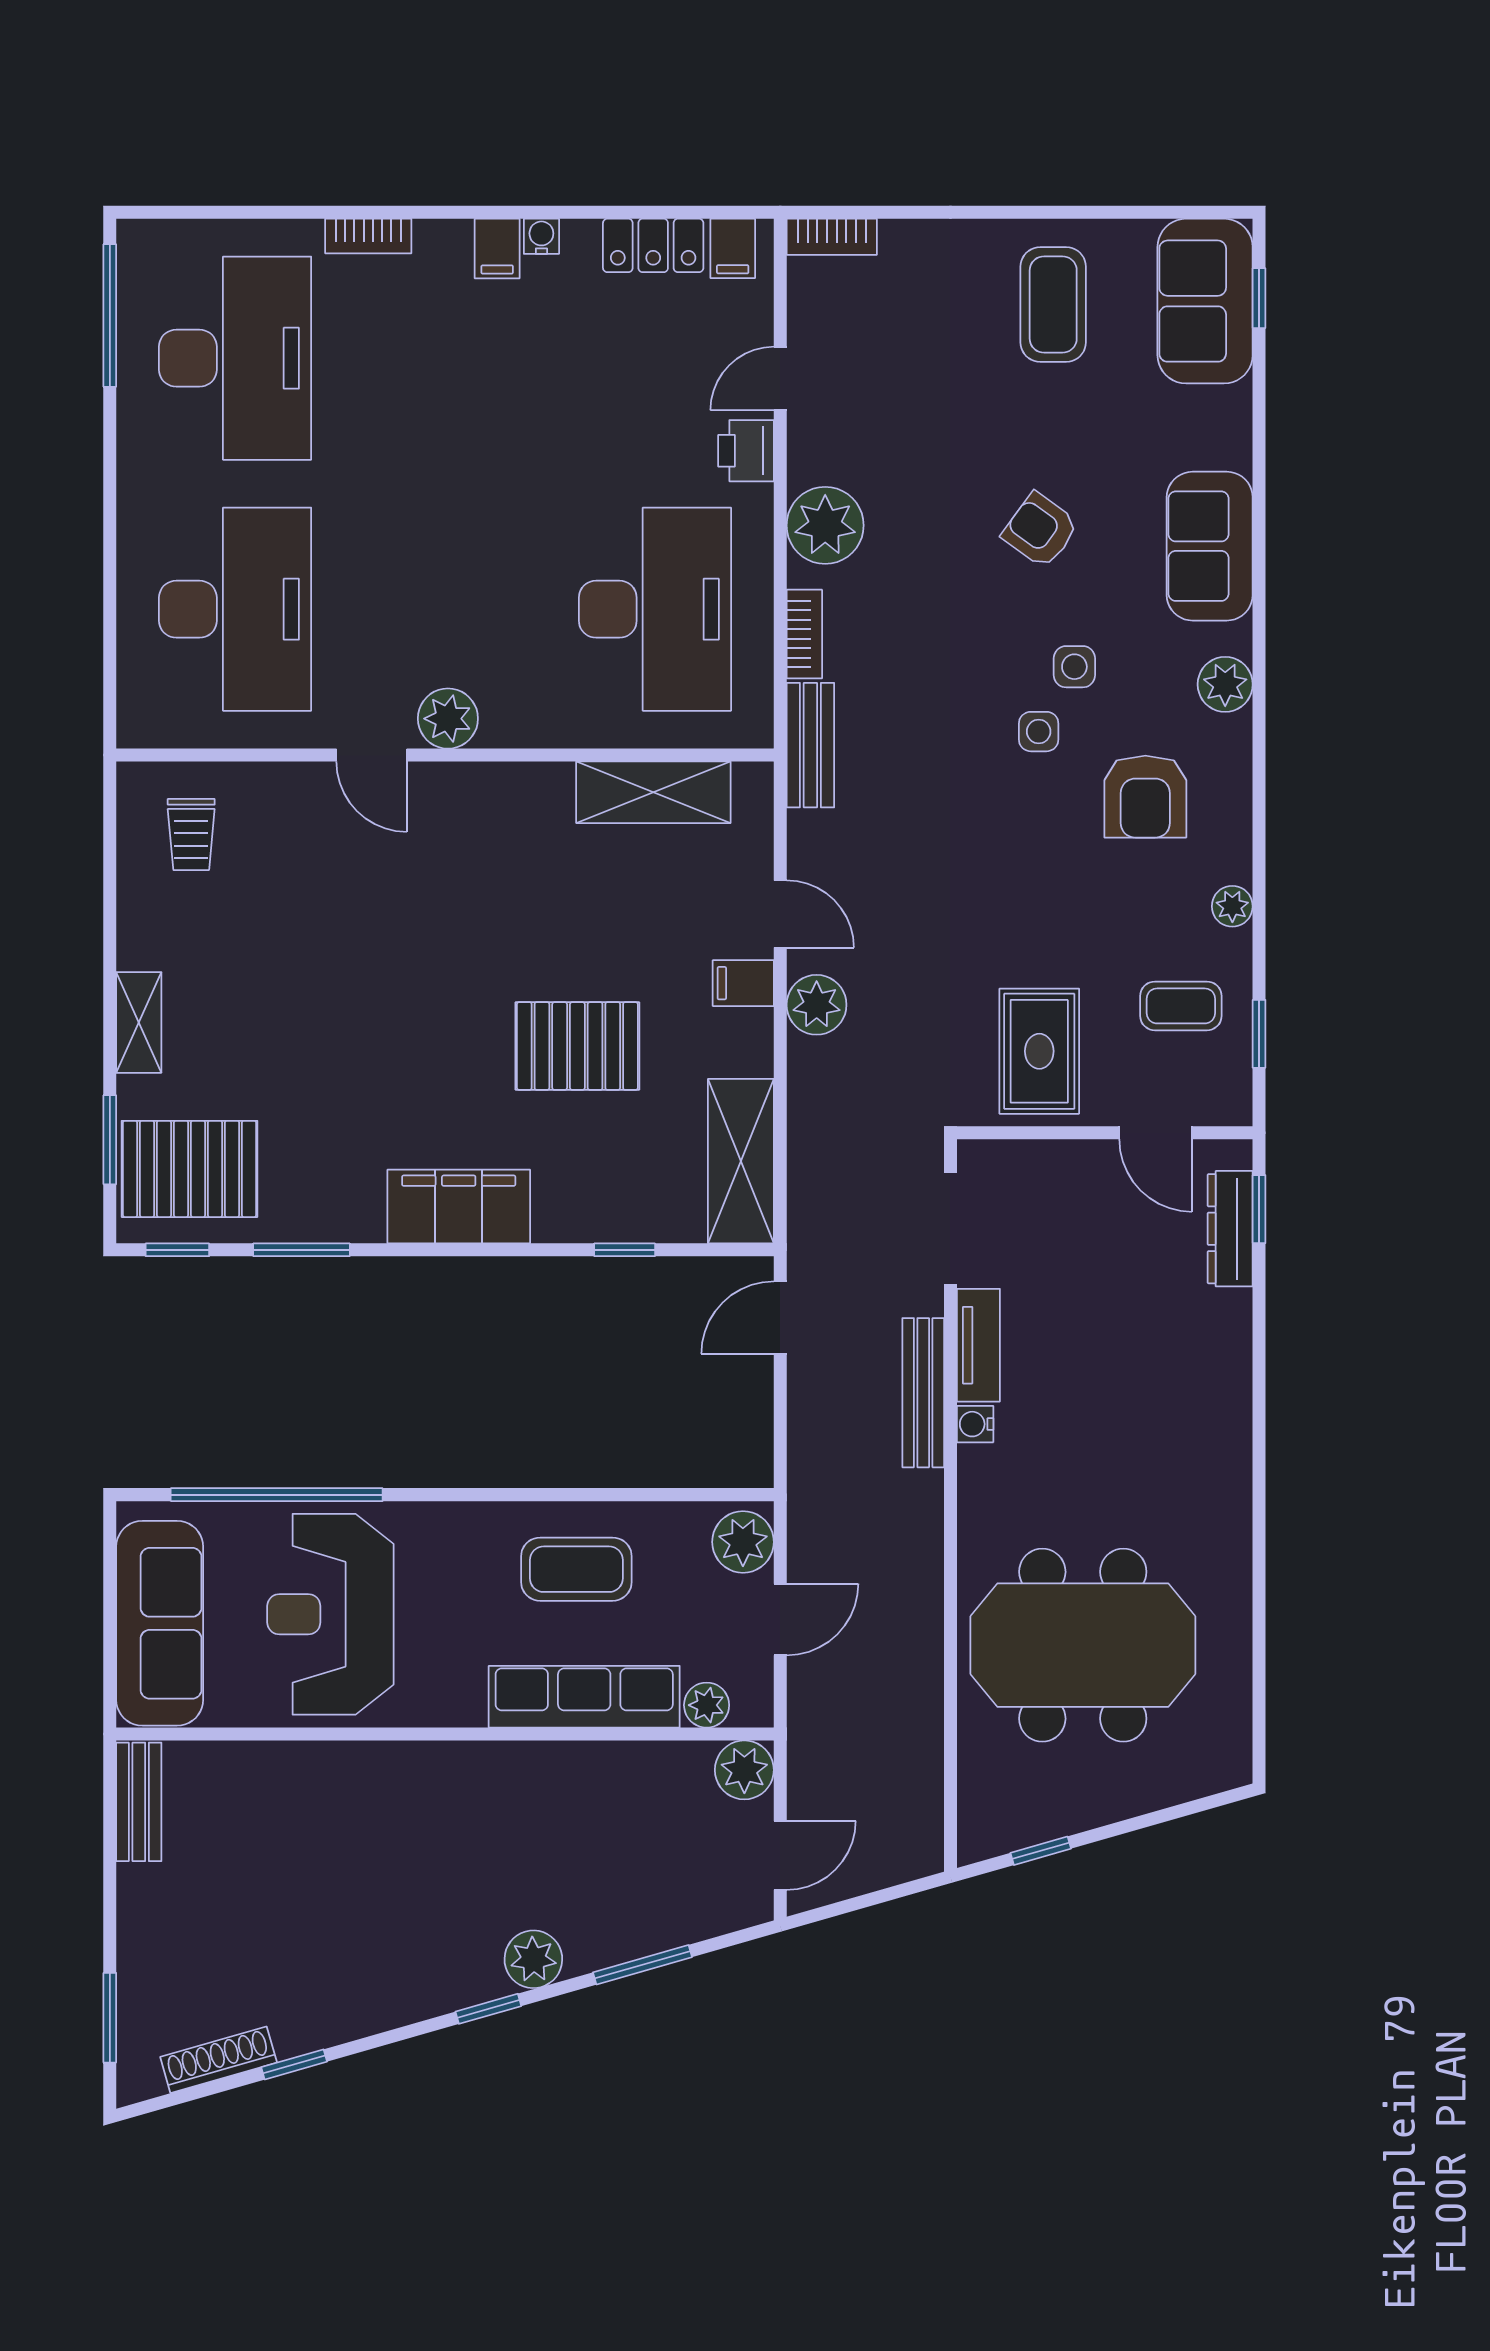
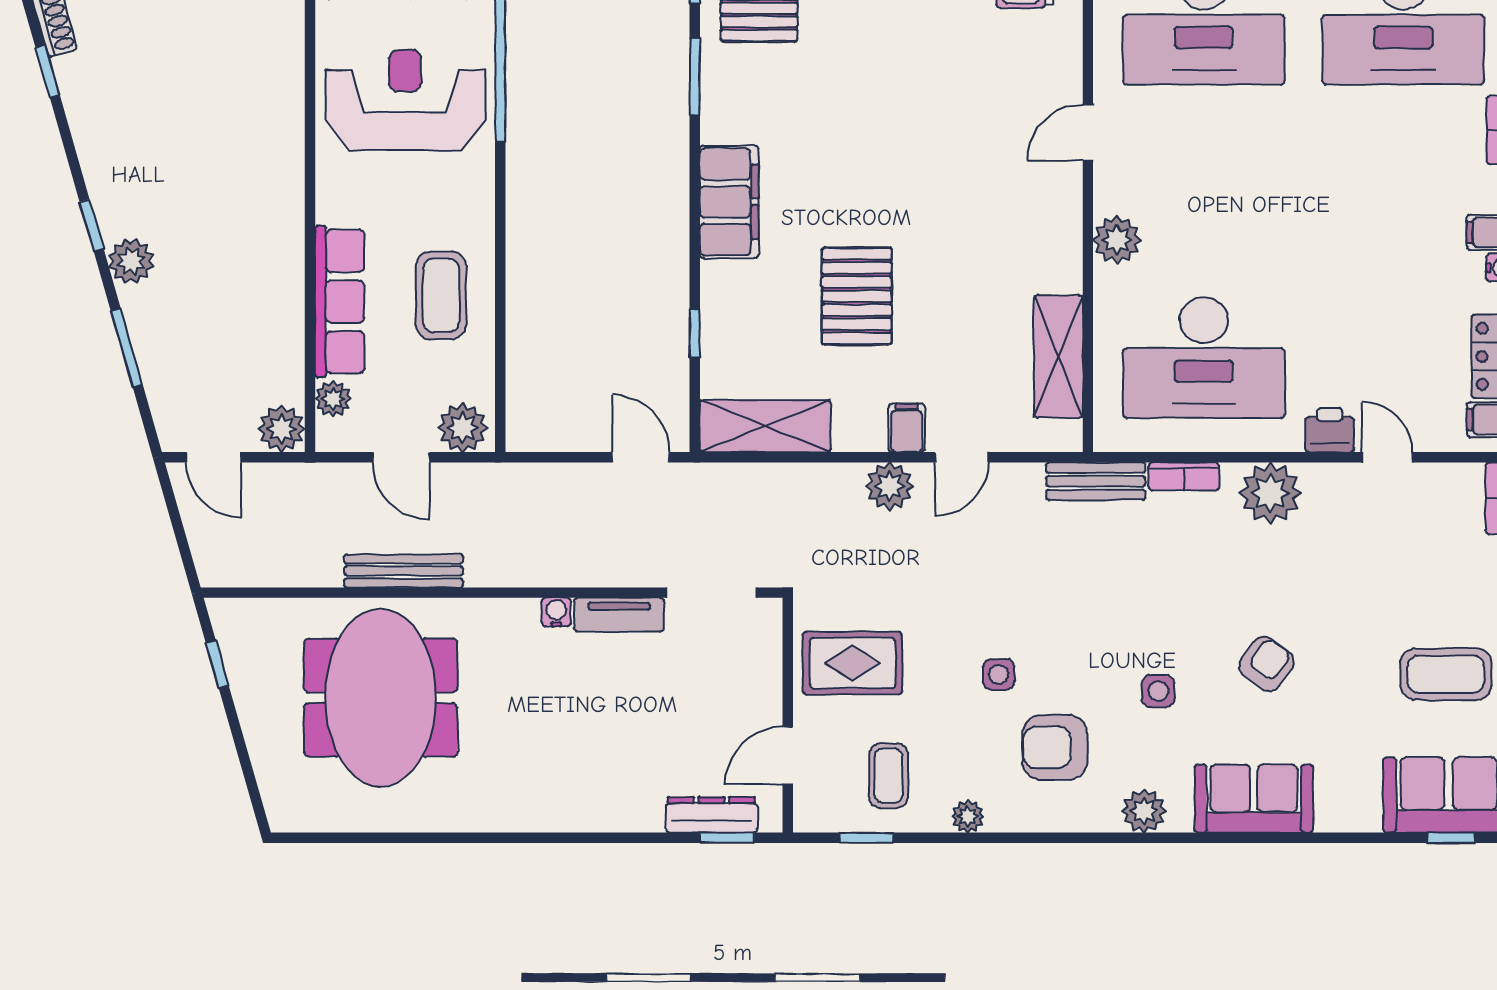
plant: (448, 719) -> (1117, 240), moved
side table: (1039, 732) -> (999, 674), moved
bench: (923, 1393) -> (404, 571), moved

